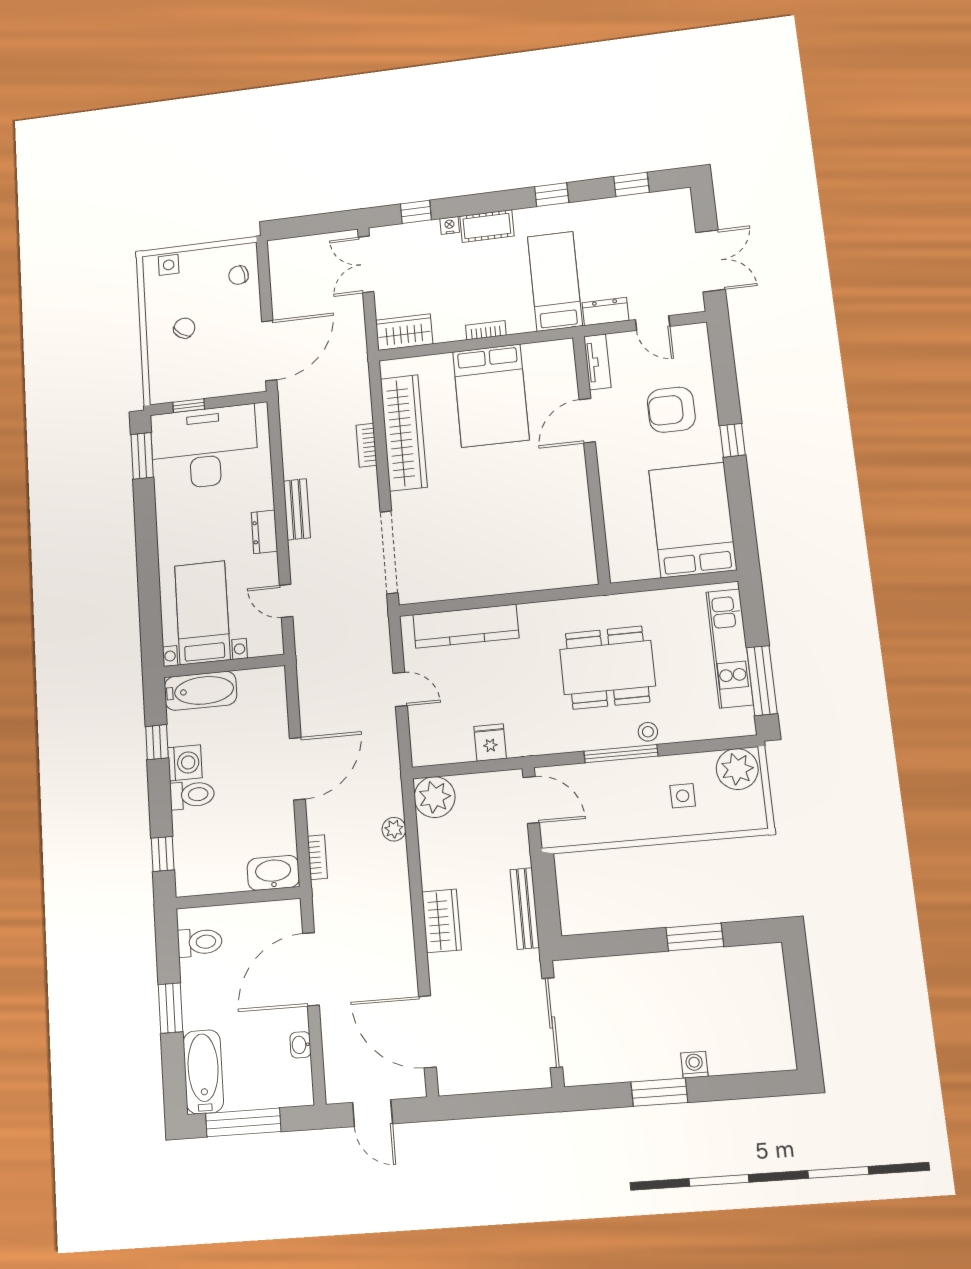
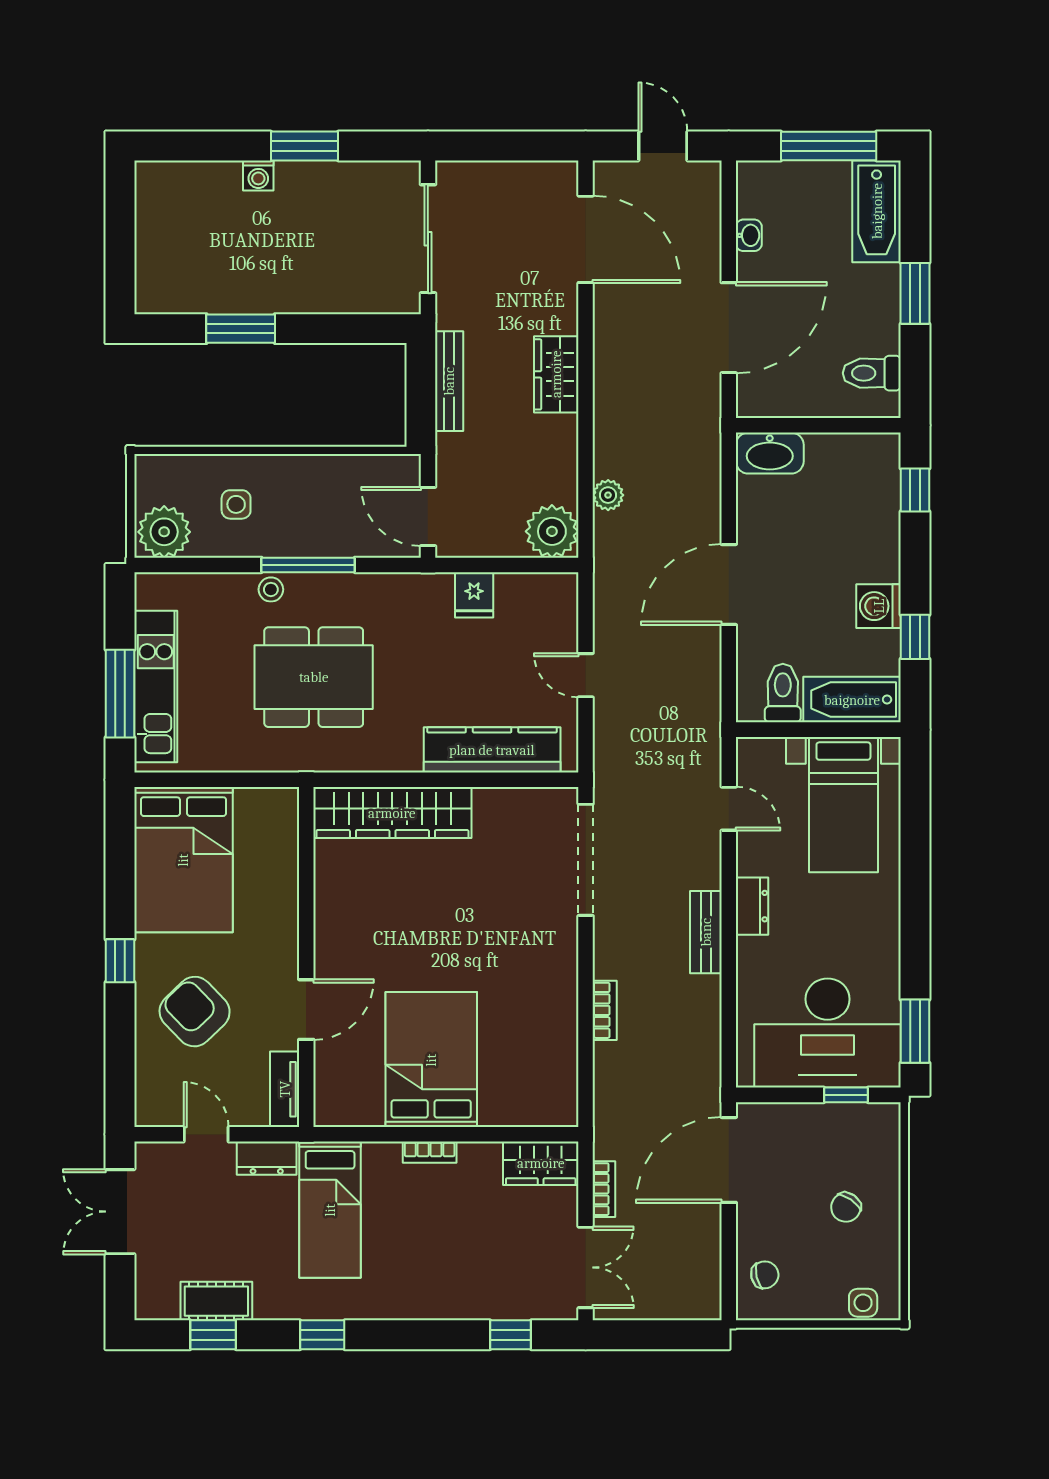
nightstand: (450, 225) -> (466, 1309), removed
cot: (487, 226) -> (216, 1301), moved
armchair: (671, 410) -> (195, 1012), turned -134
wardrobe: (404, 433) -> (392, 813), moved, turned -90
window: (762, 681) -> (120, 694), moved
toilet: (192, 795) -> (783, 693), moved, turned 90
bookcase: (317, 857) -> (604, 1189), moved, turned 180

